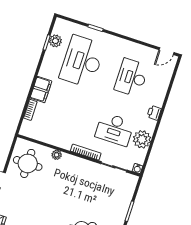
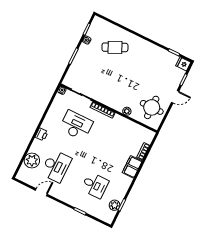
door: (166, 51) -> (41, 192), moved
desk: (82, 61) -> (95, 185), width x0.53, depth x0.77
plant: (142, 139) -> (32, 161), moved

